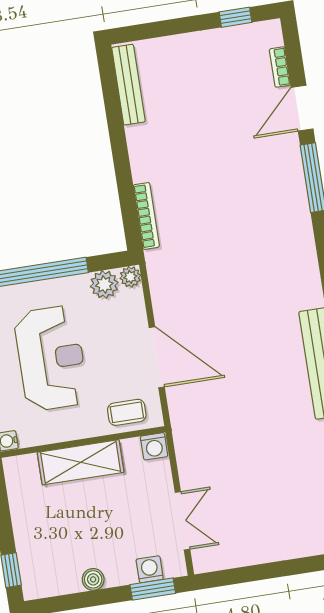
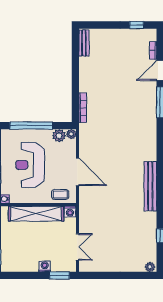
bench: (128, 85) -> (84, 43), width x0.73
reception desk: (51, 358) -> (30, 165), turned 180
shelving: (81, 462) -> (36, 214), width x1.47
washing machine: (150, 569) -> (45, 266), moved
boiler: (93, 579) -> (33, 267), removed

